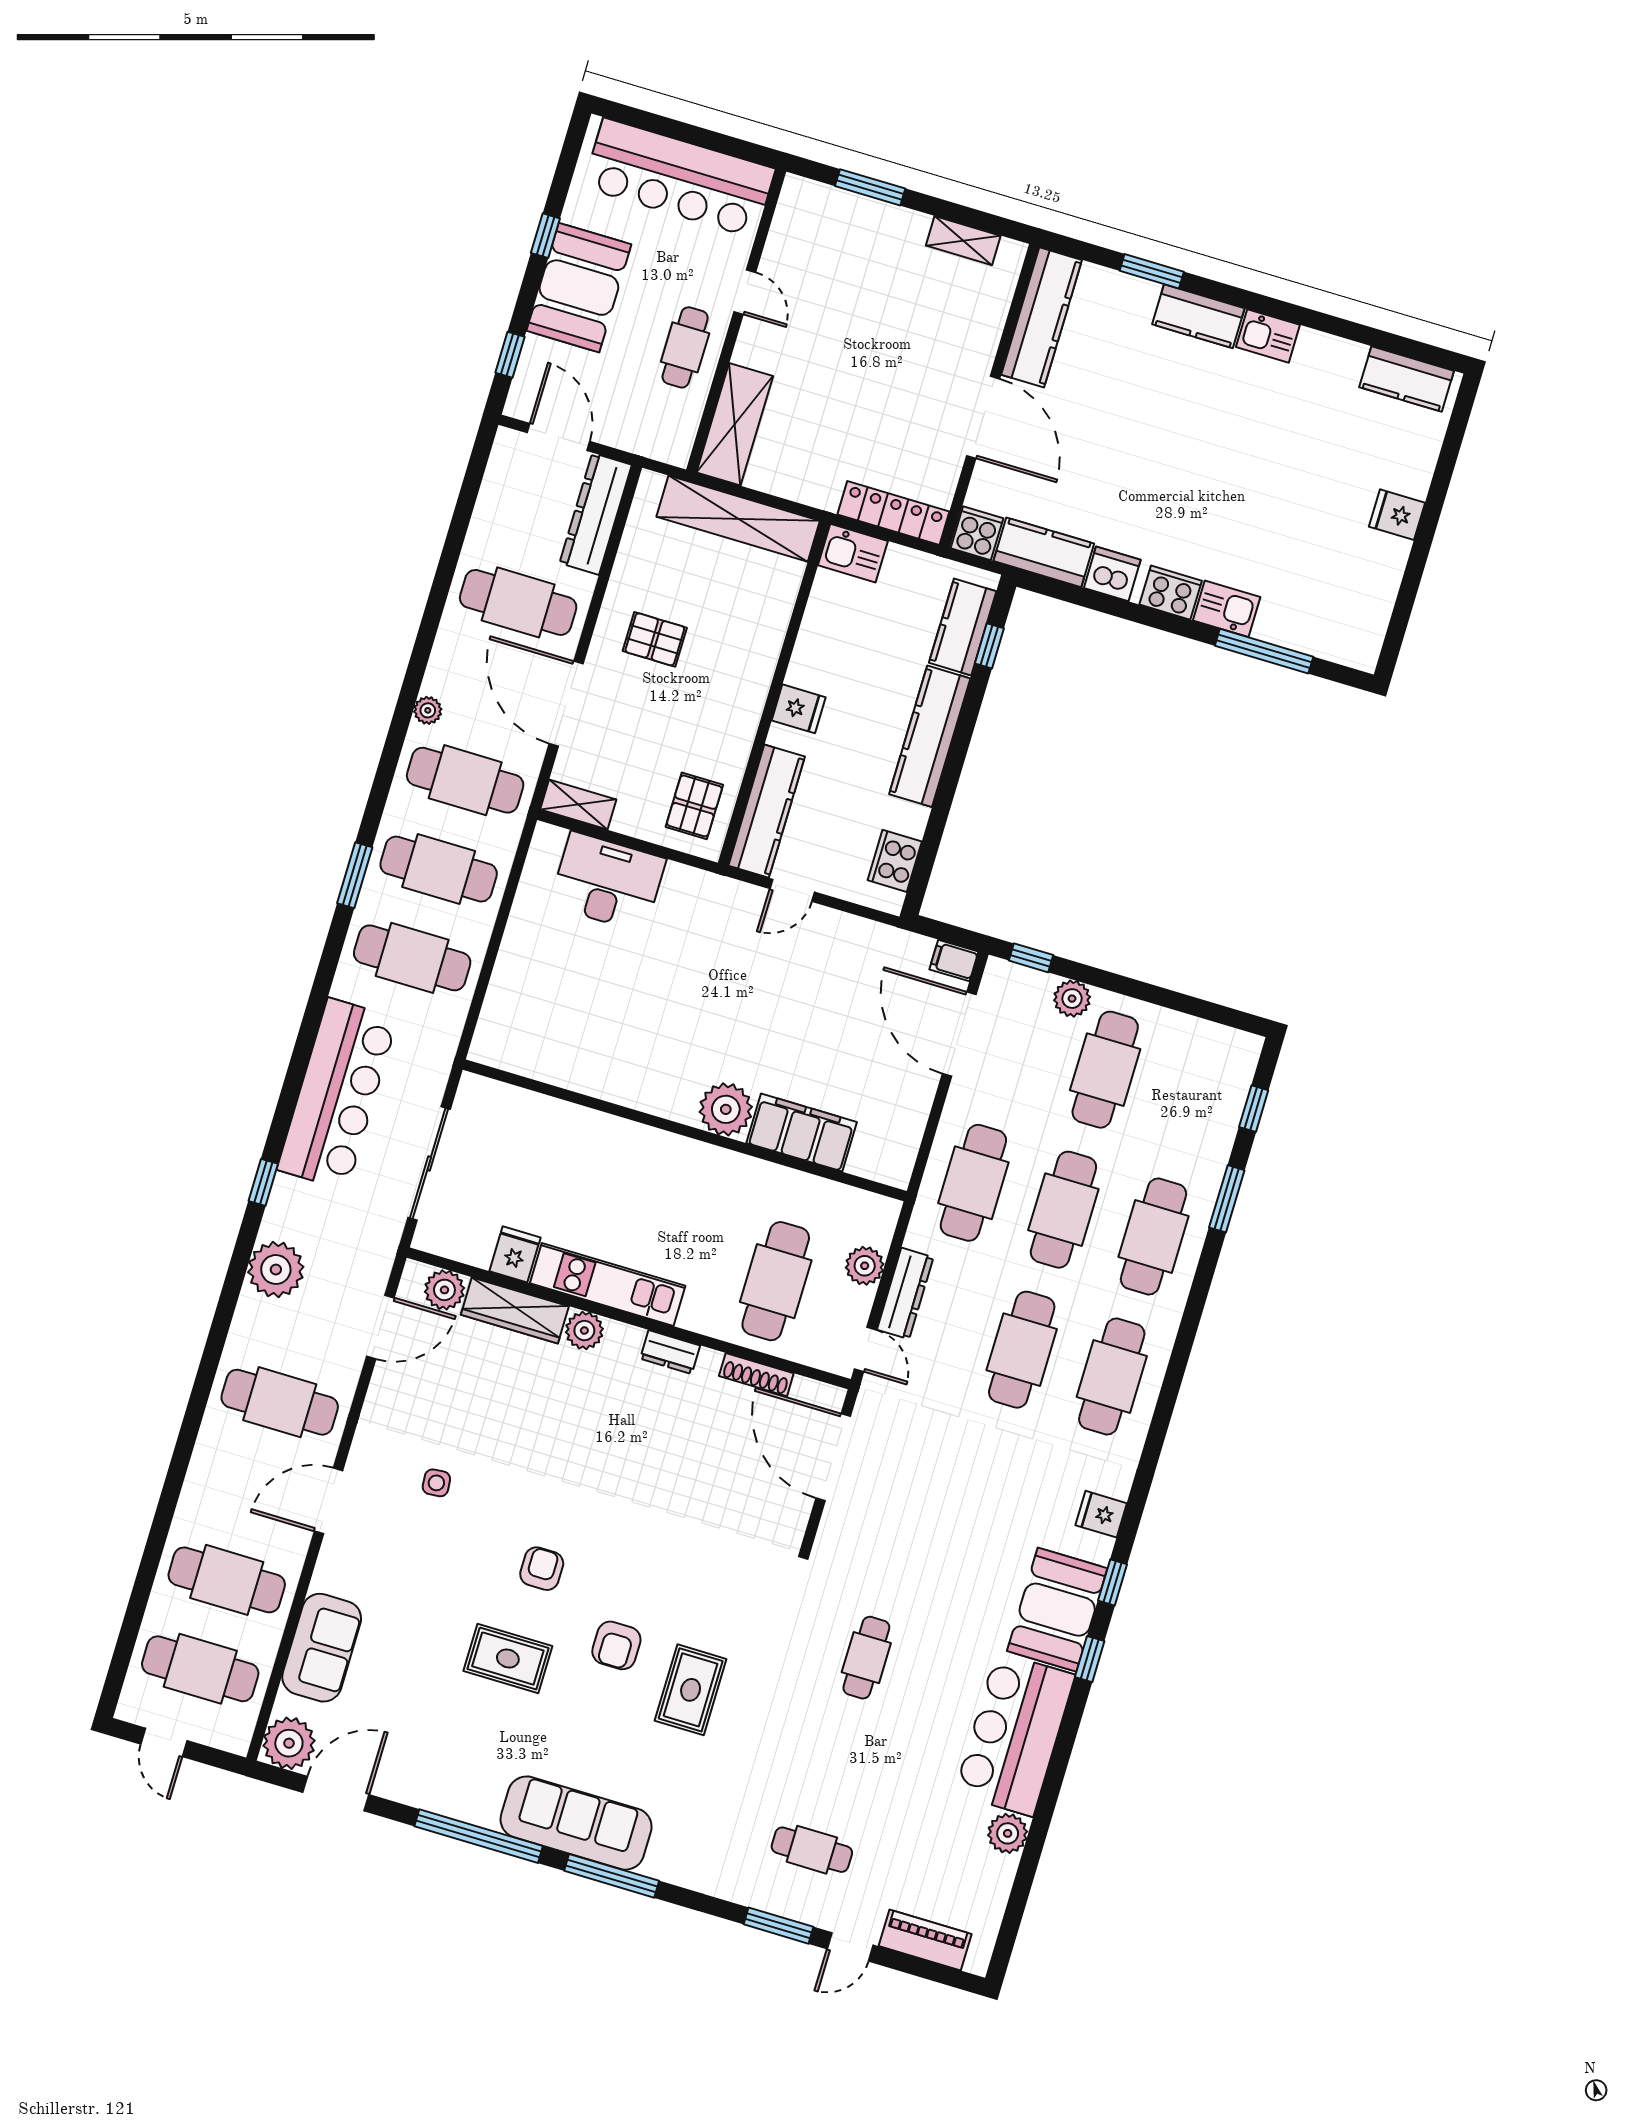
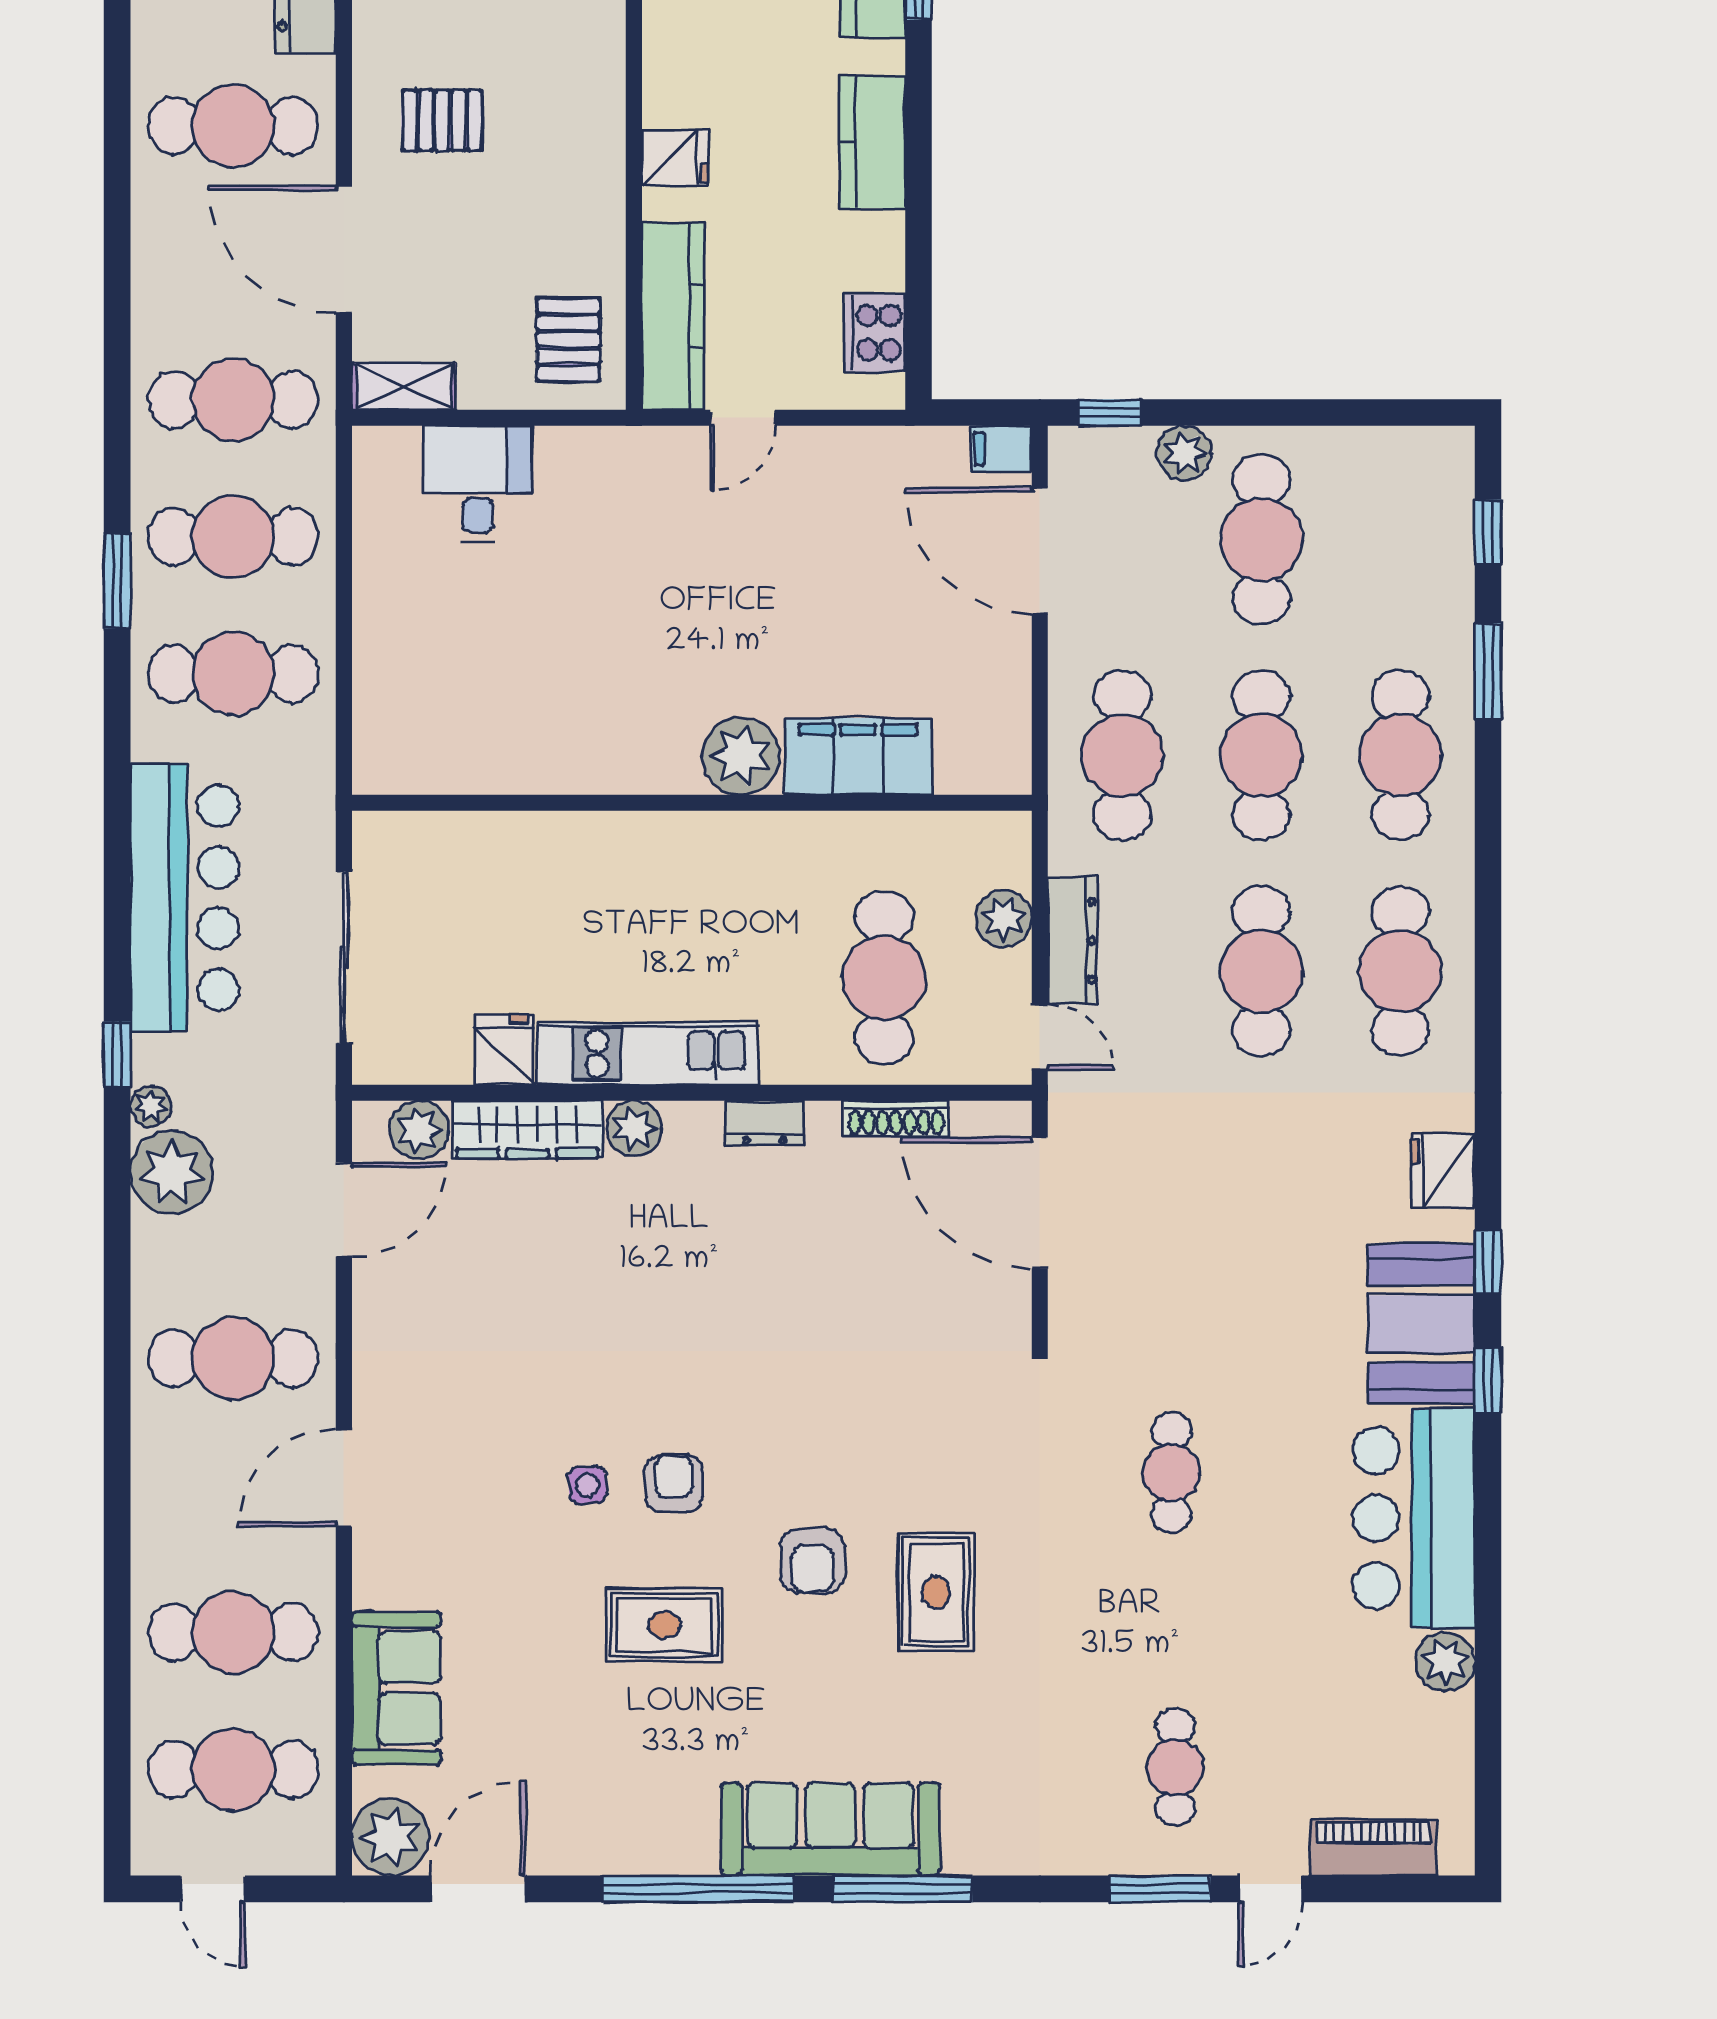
plant: (428, 710) -> (151, 1106), moved
kitchen counter: (930, 736) -> (872, 142), width x0.67
desk: (608, 882) -> (478, 484), width x0.73
side table: (436, 1483) -> (587, 1485), moved
fridge: (1101, 1514) -> (1443, 1170), width x1.38
cafe table: (812, 1850) -> (1175, 1767), turned 90

